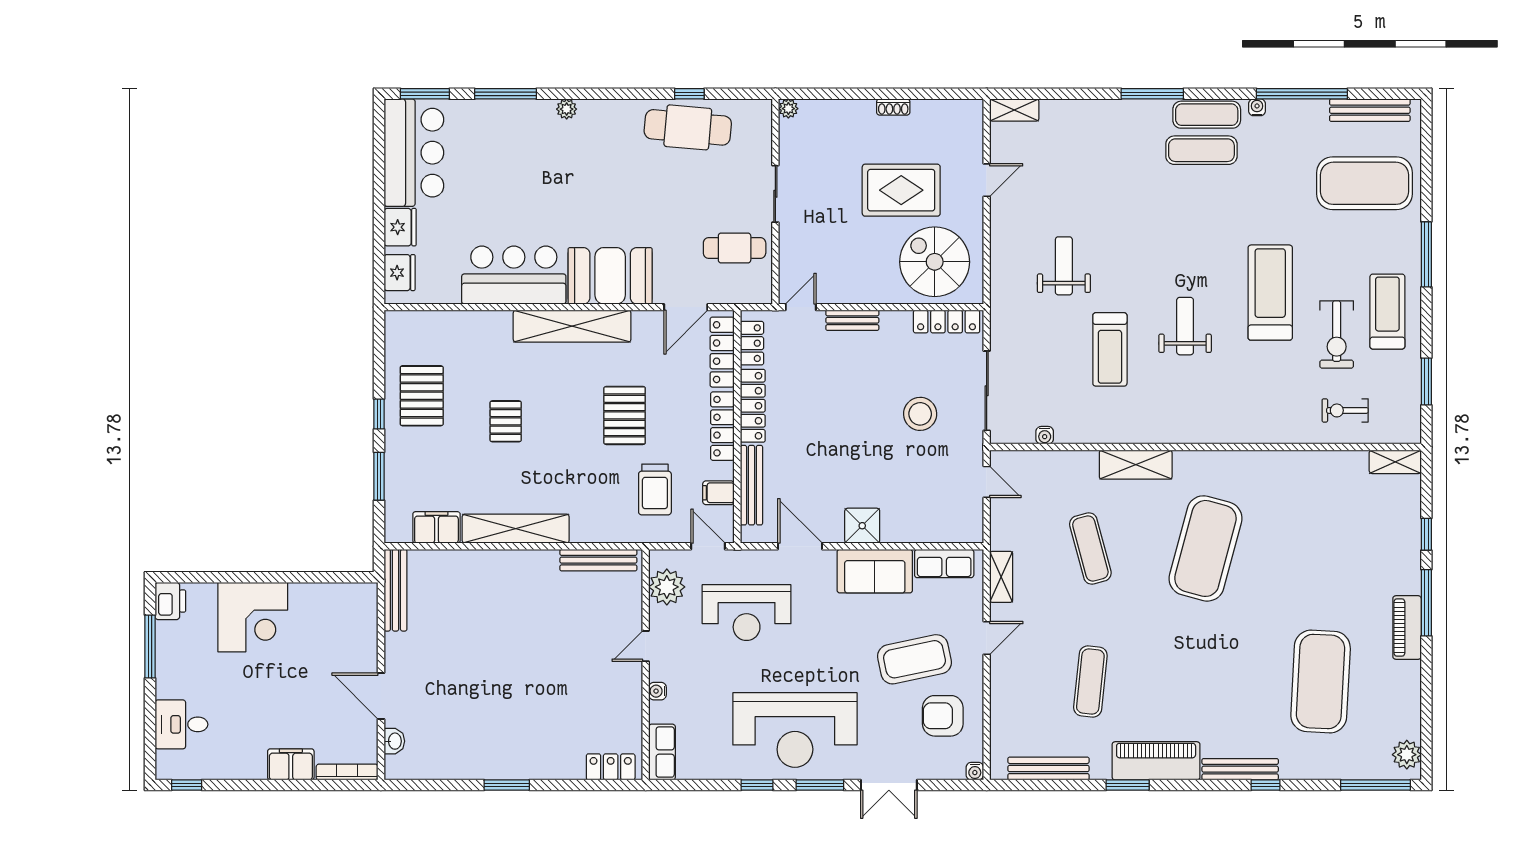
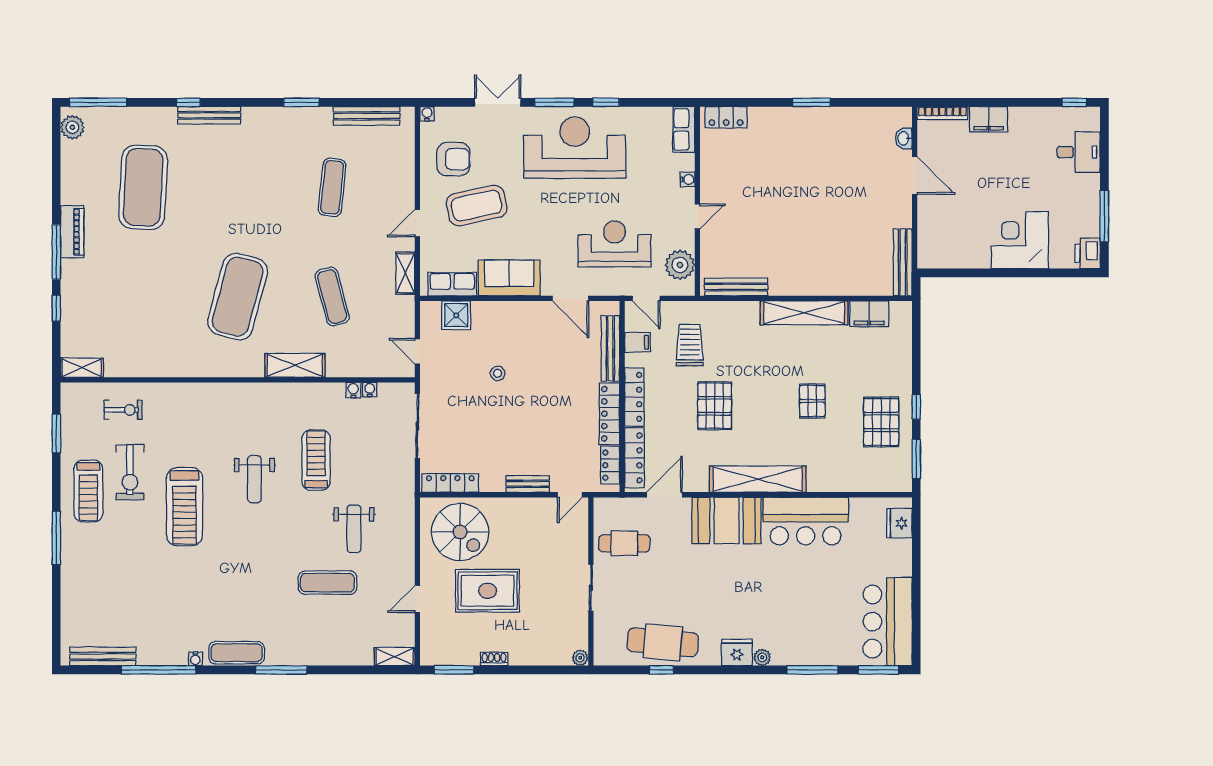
window: (942, 94) -> (454, 670), added
exercise mat: (1201, 150) -> (328, 583), moved
exercise mat: (1365, 183) -> (107, 596), removed
fridge: (400, 227) -> (737, 652), moved, turned 90
exercise bike: (1337, 335) -> (130, 472), turned 180
stool: (920, 414) -> (498, 373), moved, width x0.53, depth x0.53
water cooler: (1065, 435) -> (353, 390), added
window: (379, 476) -> (916, 459), moved
shower: (862, 526) -> (456, 315), moved
piano: (1156, 761) -> (278, 122), removed

